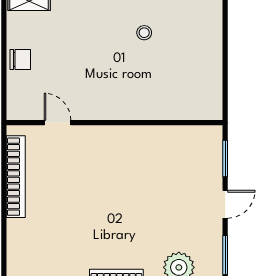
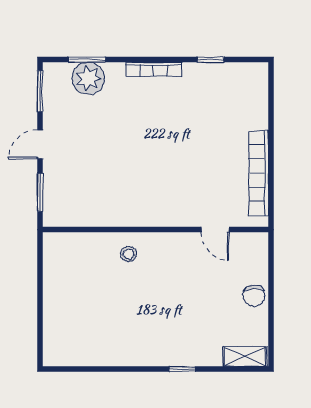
stool: (144, 33) -> (129, 254), moved
chair: (20, 60) -> (254, 296), turned -90

